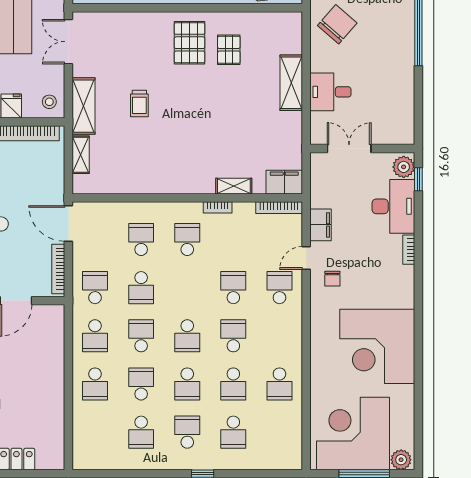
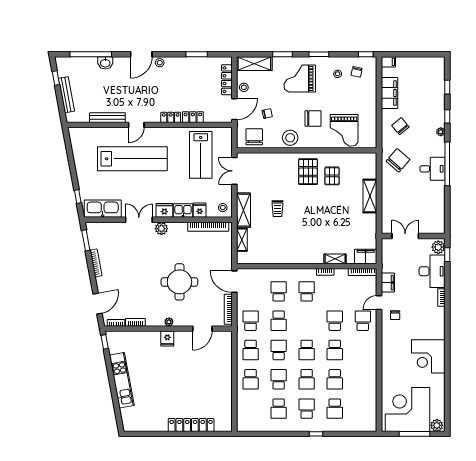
desk: (330, 92) -> (432, 169), moved, turned 180
school desk: (233, 336) -> (335, 350), turned 180
corner desk: (377, 346) -> (428, 356), width x0.74, depth x0.74
school desk: (279, 384) -> (363, 379), removed

